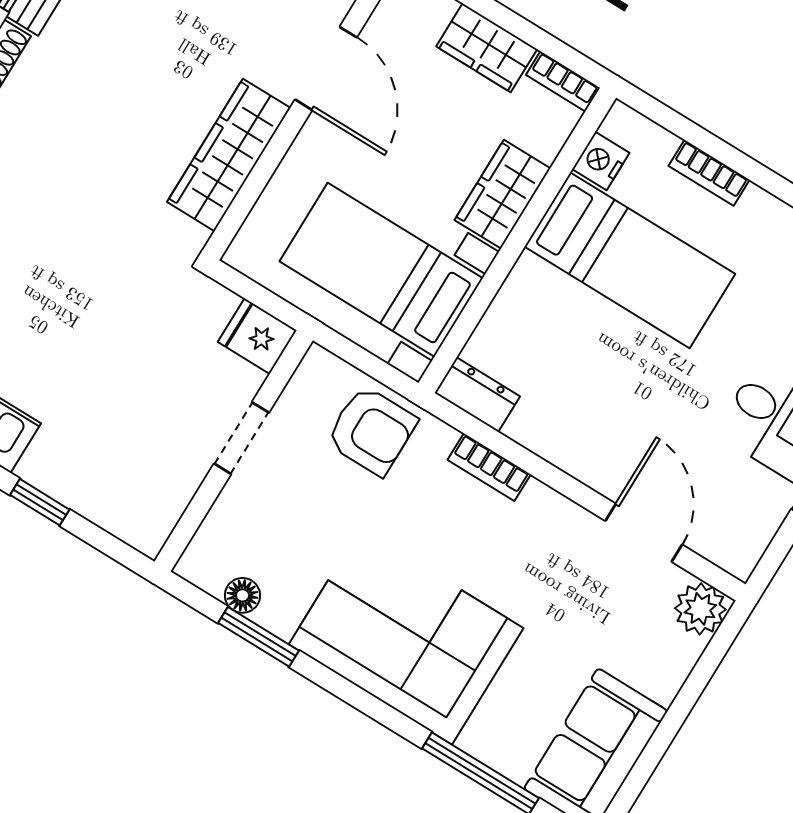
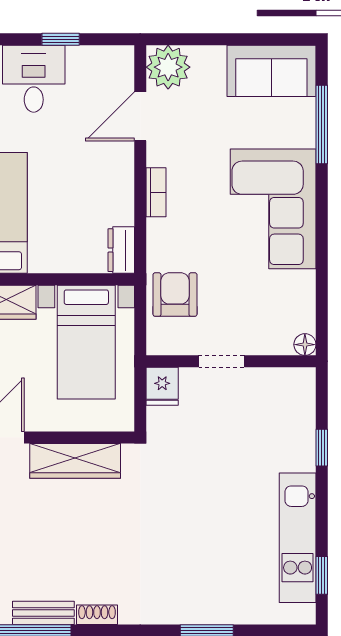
bookcase: (489, 467) -> (156, 192), moved
floor lamp: (242, 595) -> (305, 345), moved
plant: (700, 609) -> (168, 67), width x1.36, depth x1.36
window: (258, 637) -> (322, 287), removed

